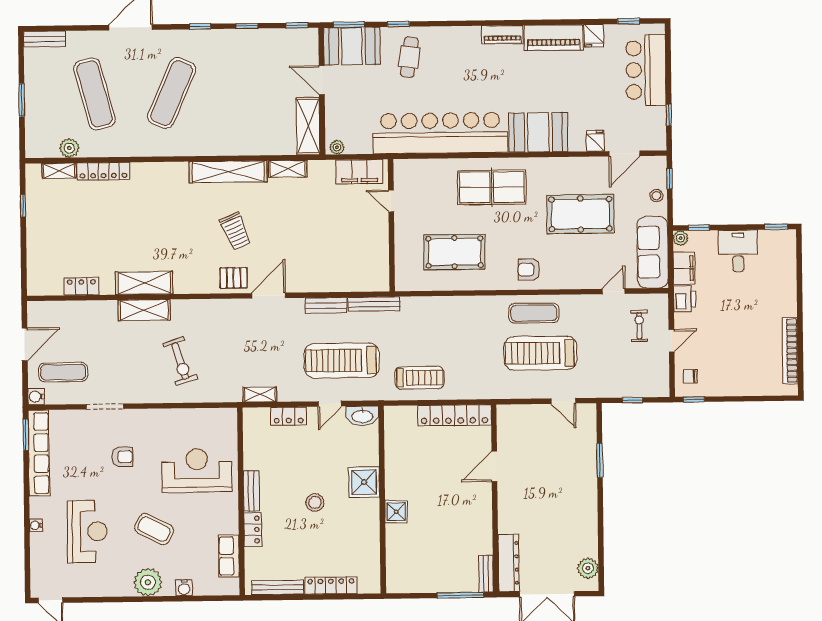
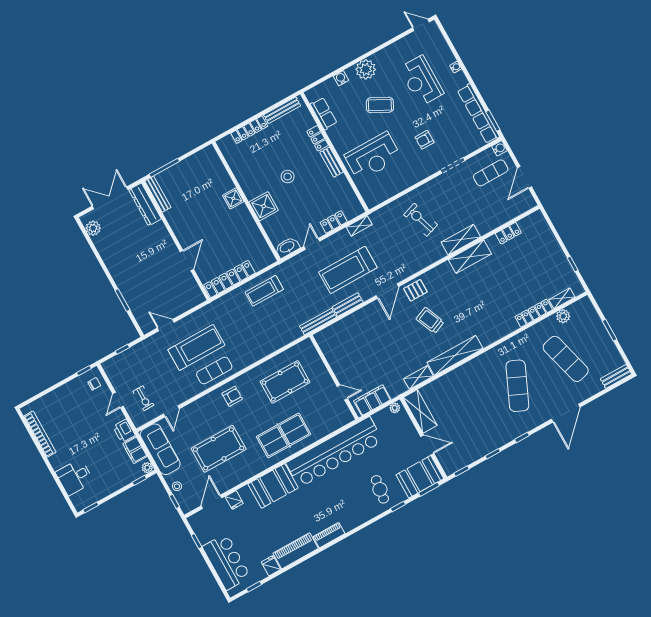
desk: (738, 251) -> (75, 477), moved, turned 90
treadmill: (342, 360) -> (348, 270), moved, turned 180
bench: (486, 574) -> (158, 194), width x1.36

